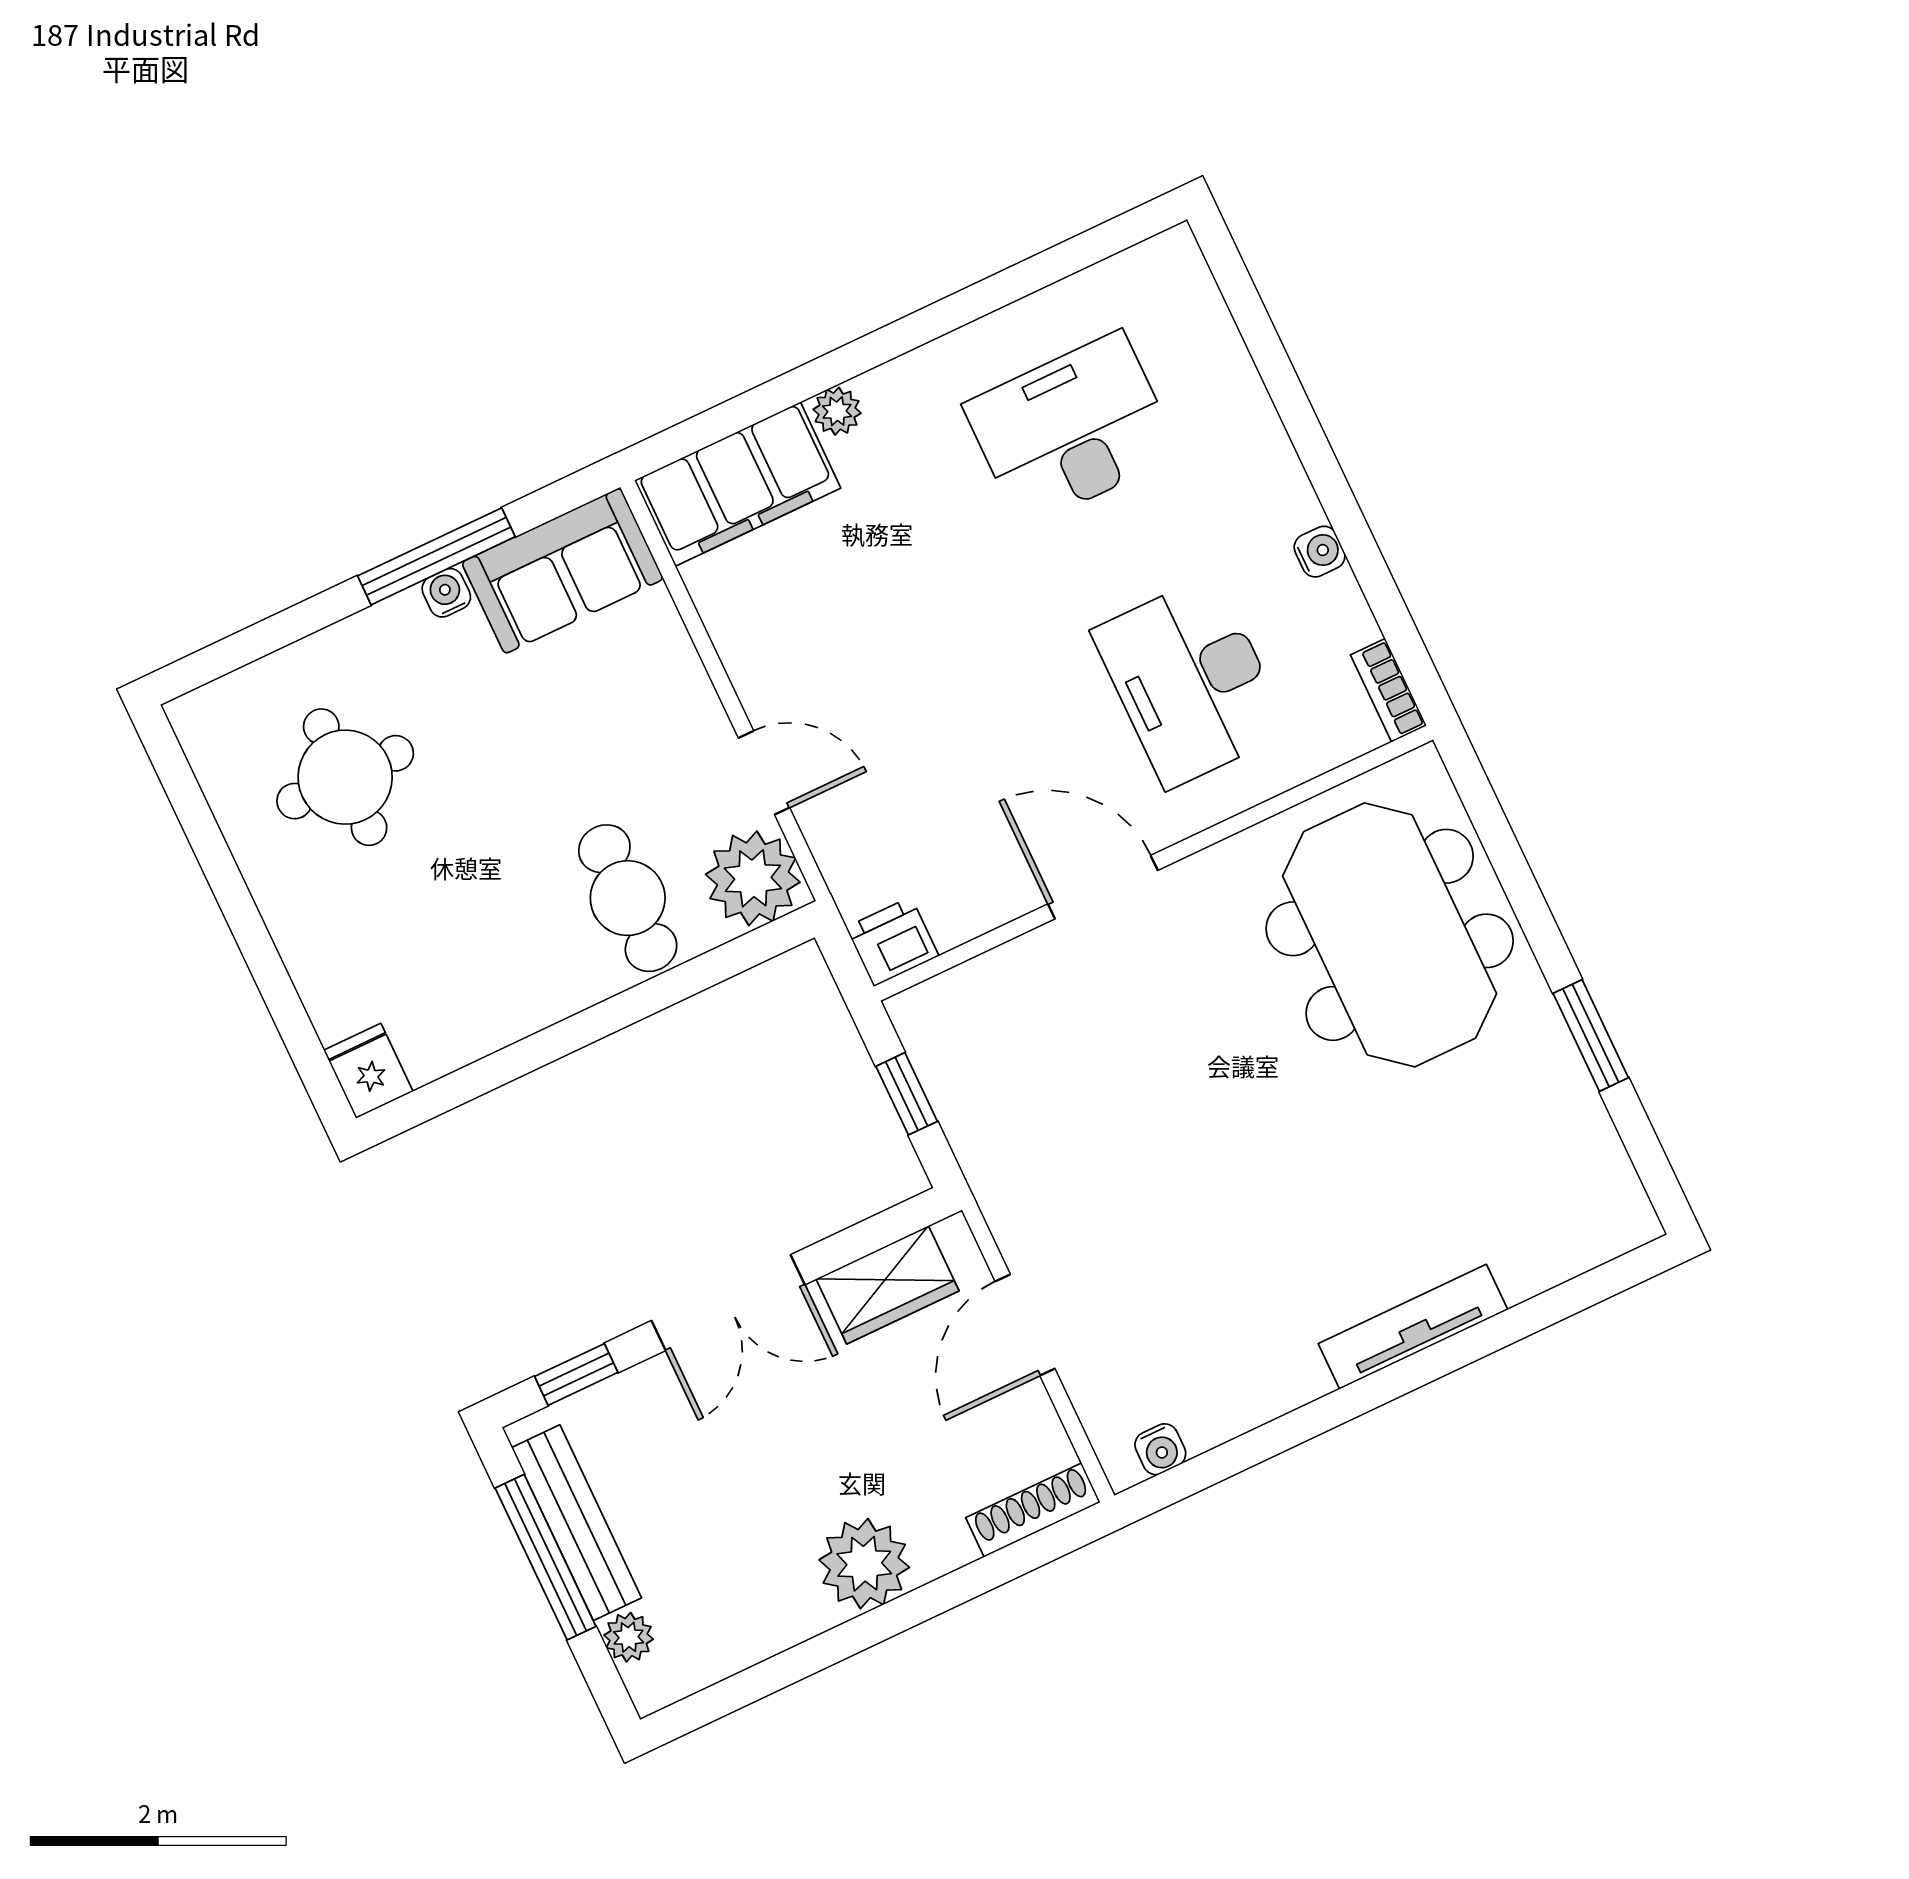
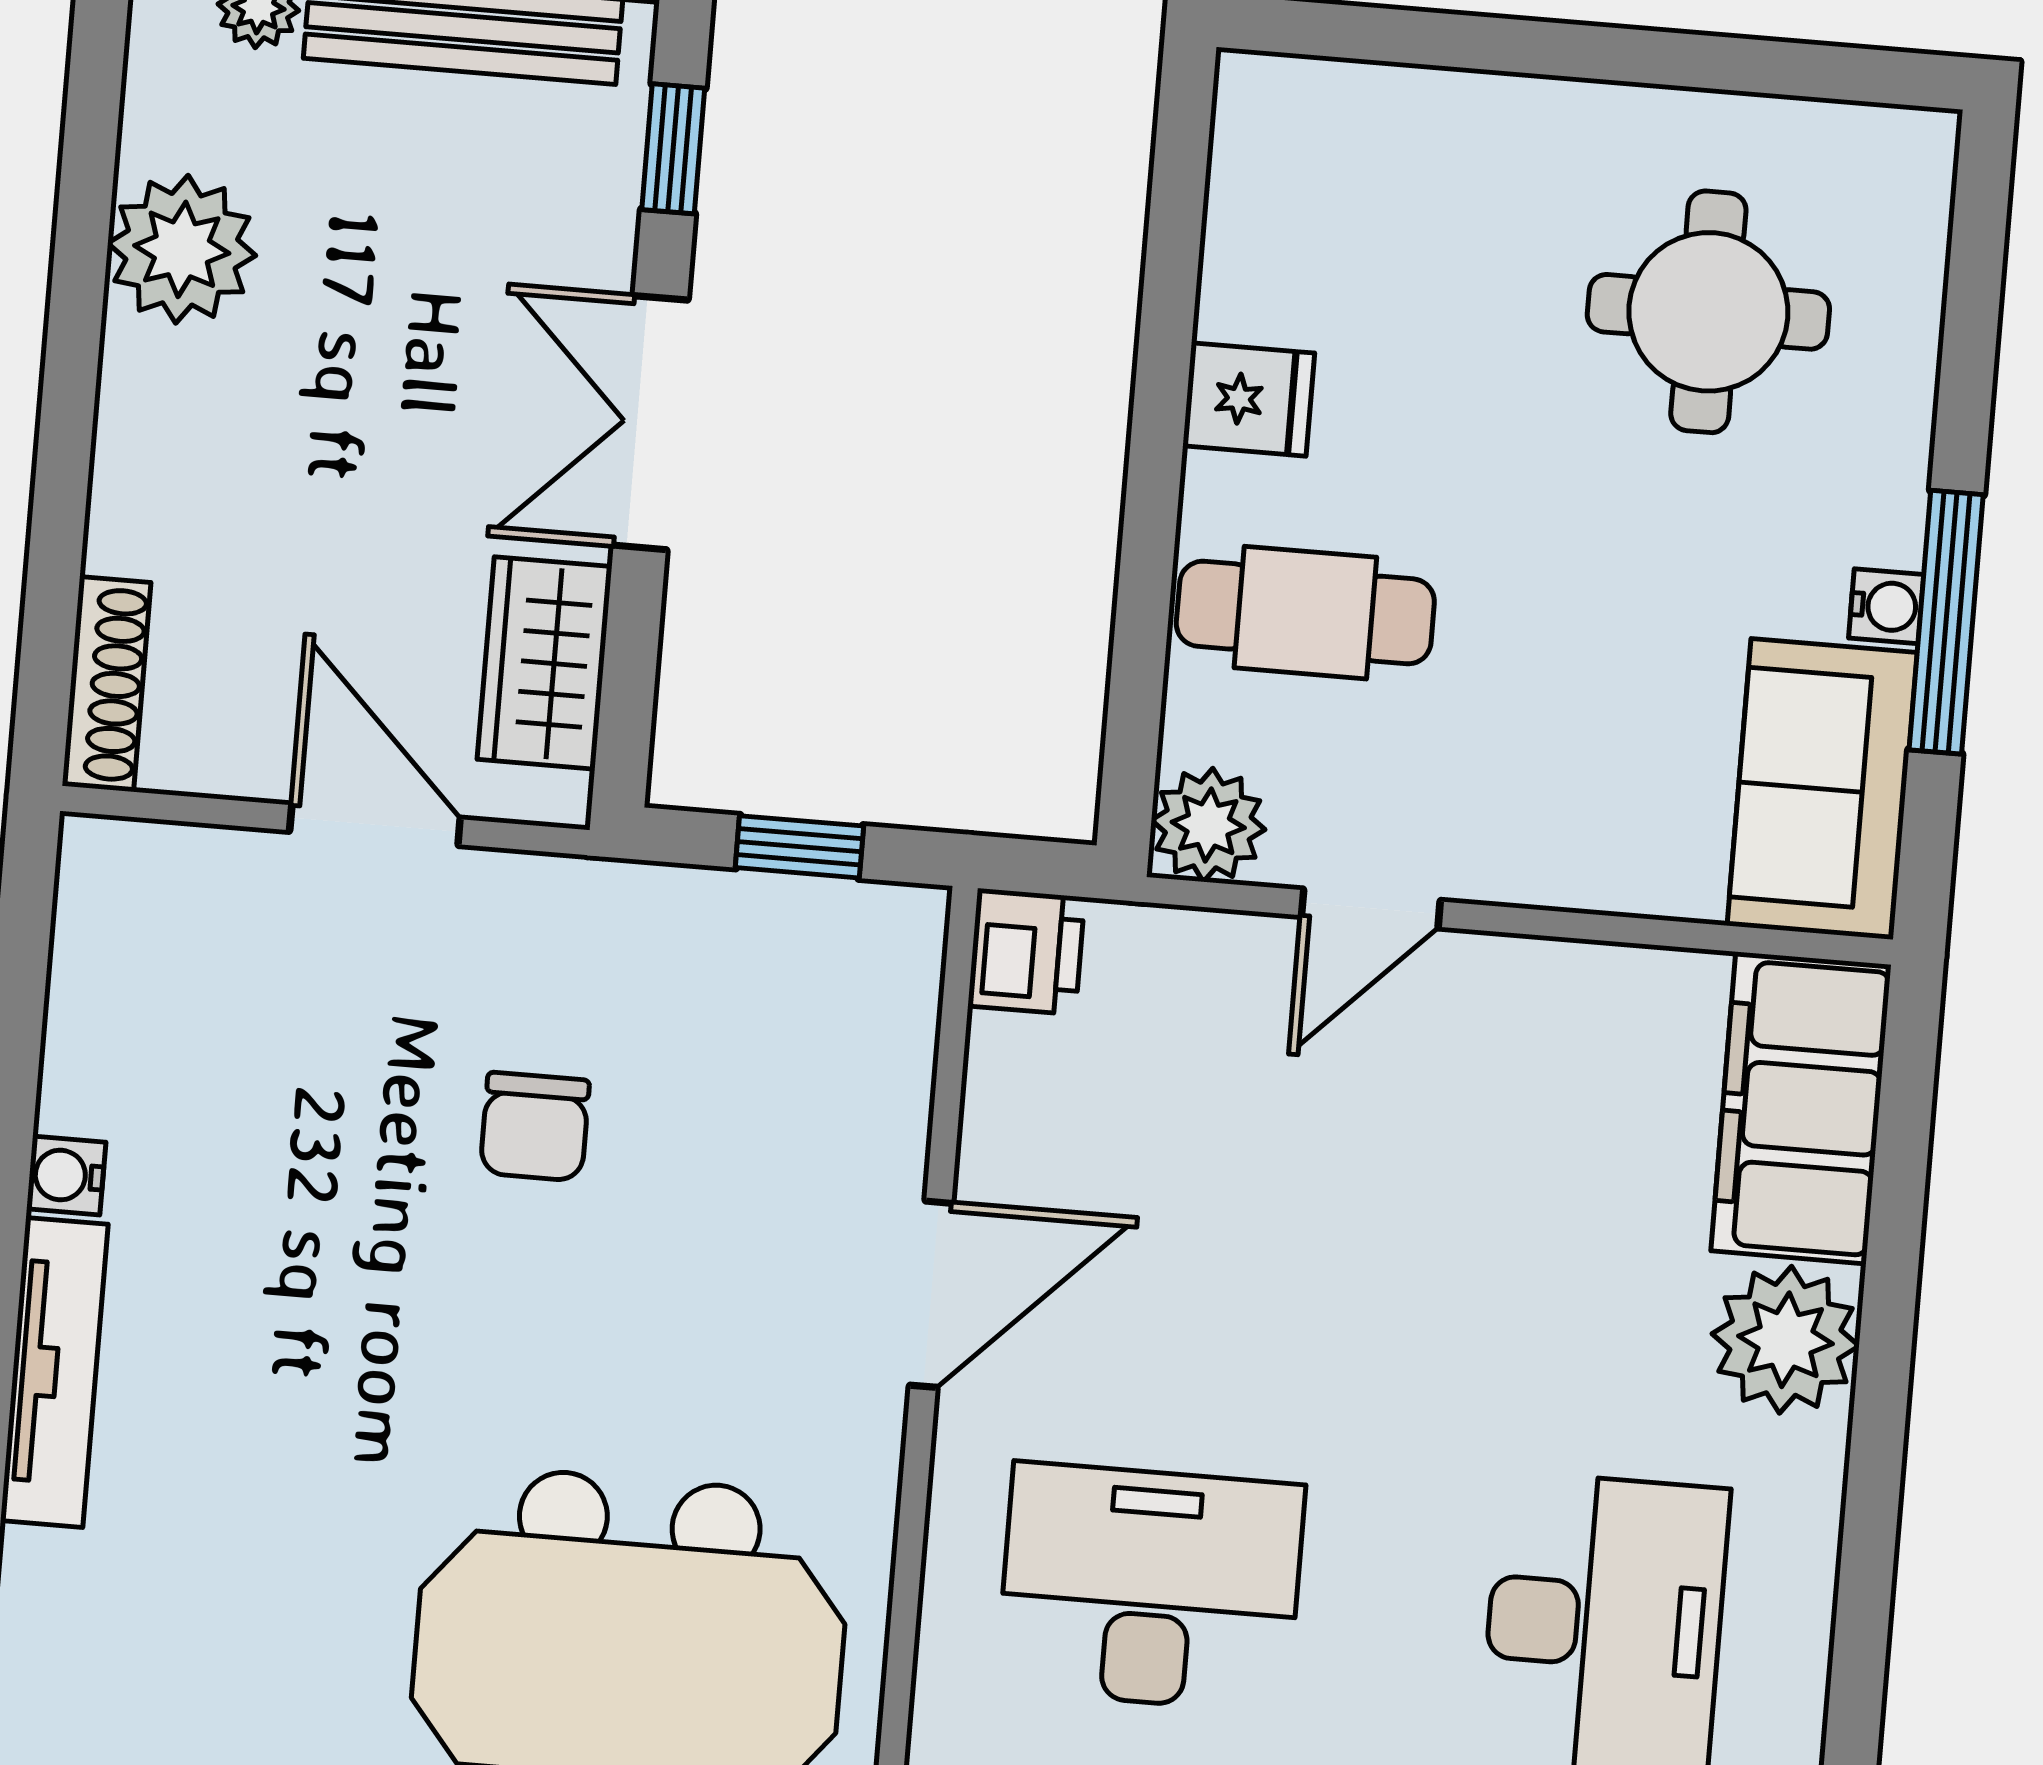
plant: (837, 411) -> (1785, 1340), width x1.88, depth x1.88
plant: (753, 878) -> (1208, 825), width x0.73, depth x0.73
fridge: (368, 1071) -> (1249, 399), moved
chair: (1136, 1148) -> (535, 1127), added
water cooler: (1160, 1449) -> (66, 1175), moved
plant: (864, 1564) -> (182, 249), moved

